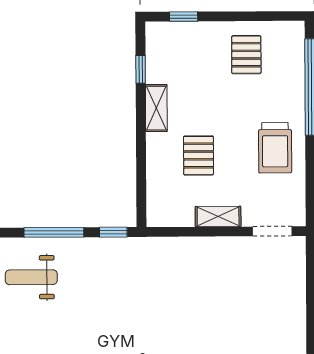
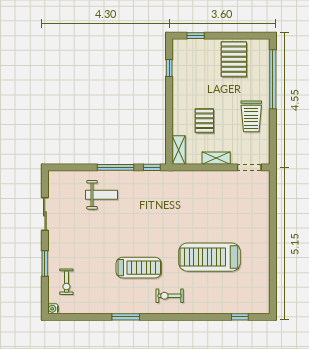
pallet: (246, 55) -> (234, 59), width x1.50, depth x1.42
shelving: (156, 108) -> (179, 150), moved
weight bench: (31, 277) -> (102, 195), turned 180

